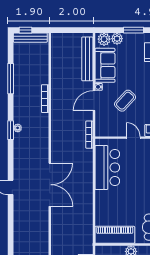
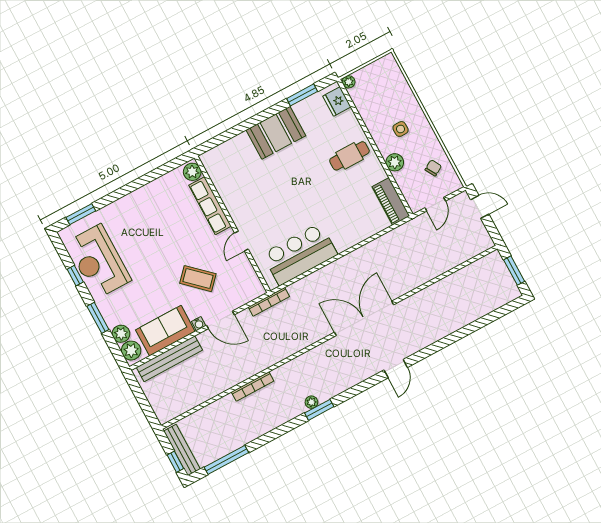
window: (11, 79) -> (226, 460), moved
piano: (115, 235) -> (391, 201), width x0.73, depth x0.75

